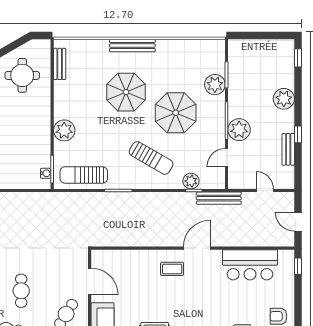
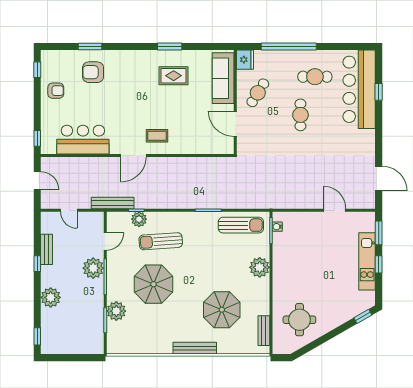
parasol: (126, 92) -> (222, 310), moved
sun lounger: (151, 158) -> (161, 241), moved, turned -34

